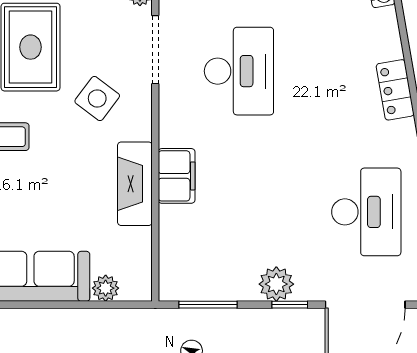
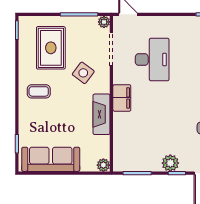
filing cabinet: (177, 176) -> (122, 98), moved
plant: (106, 288) -> (103, 165), moved

